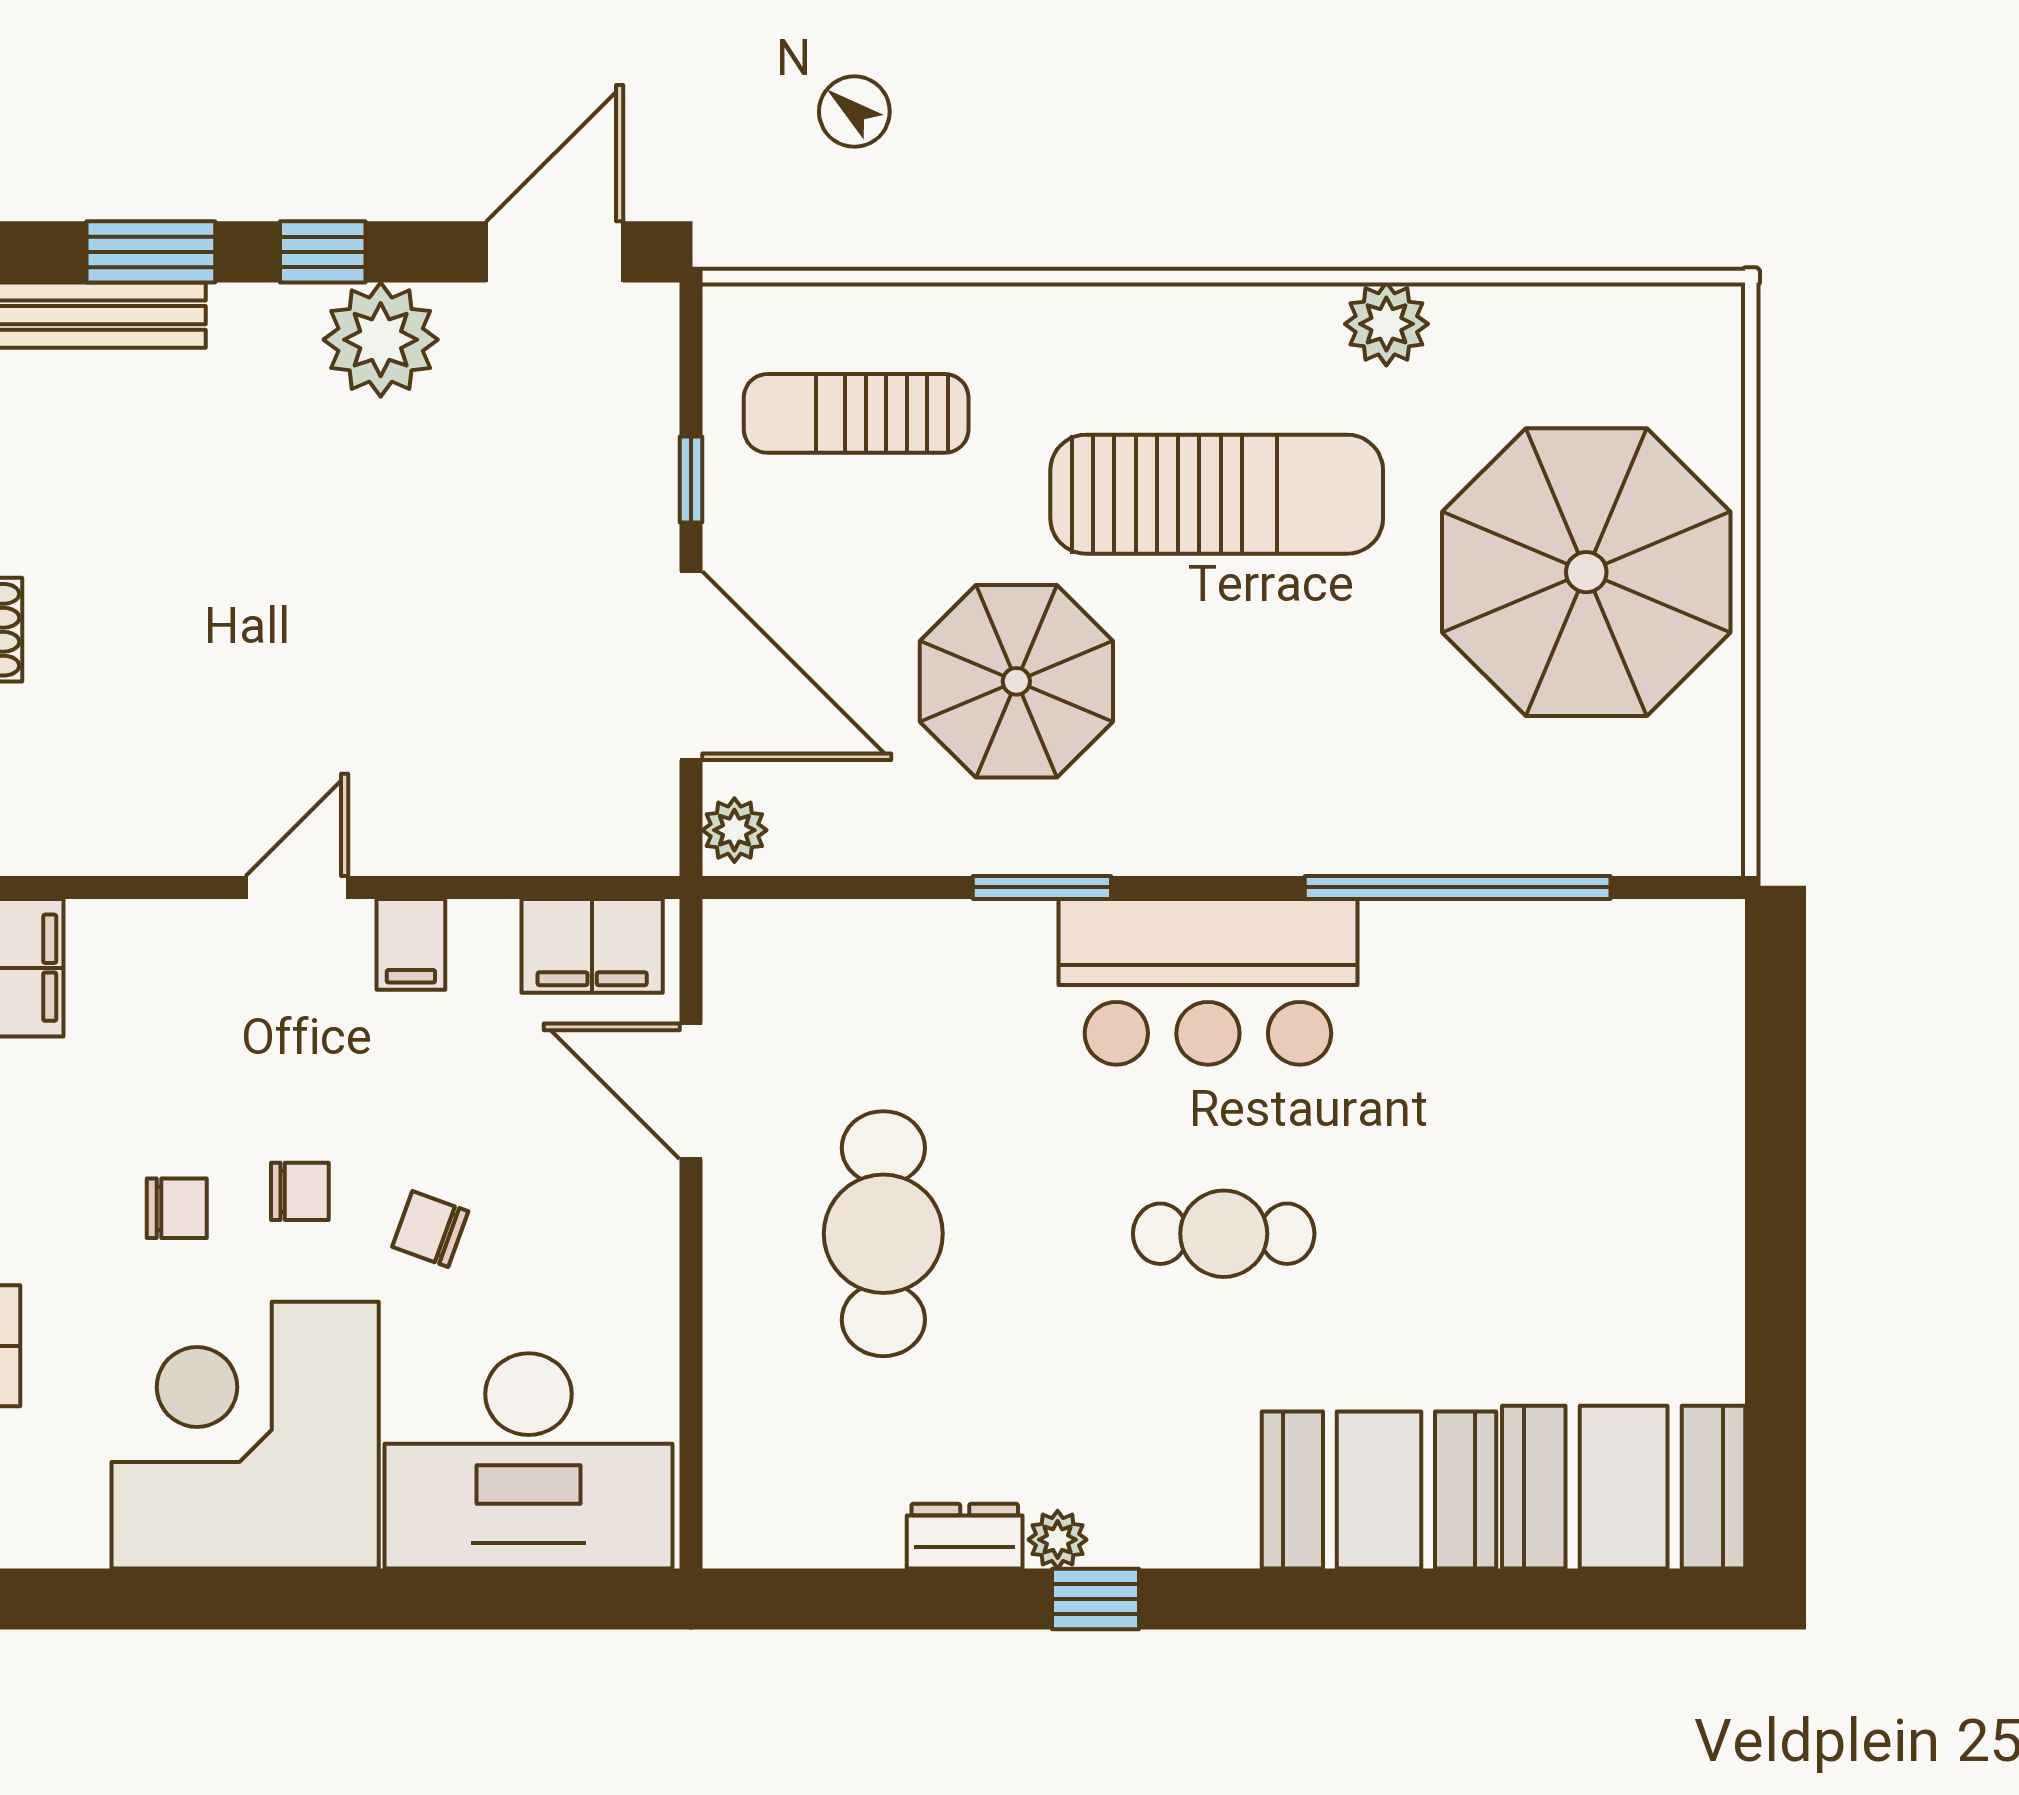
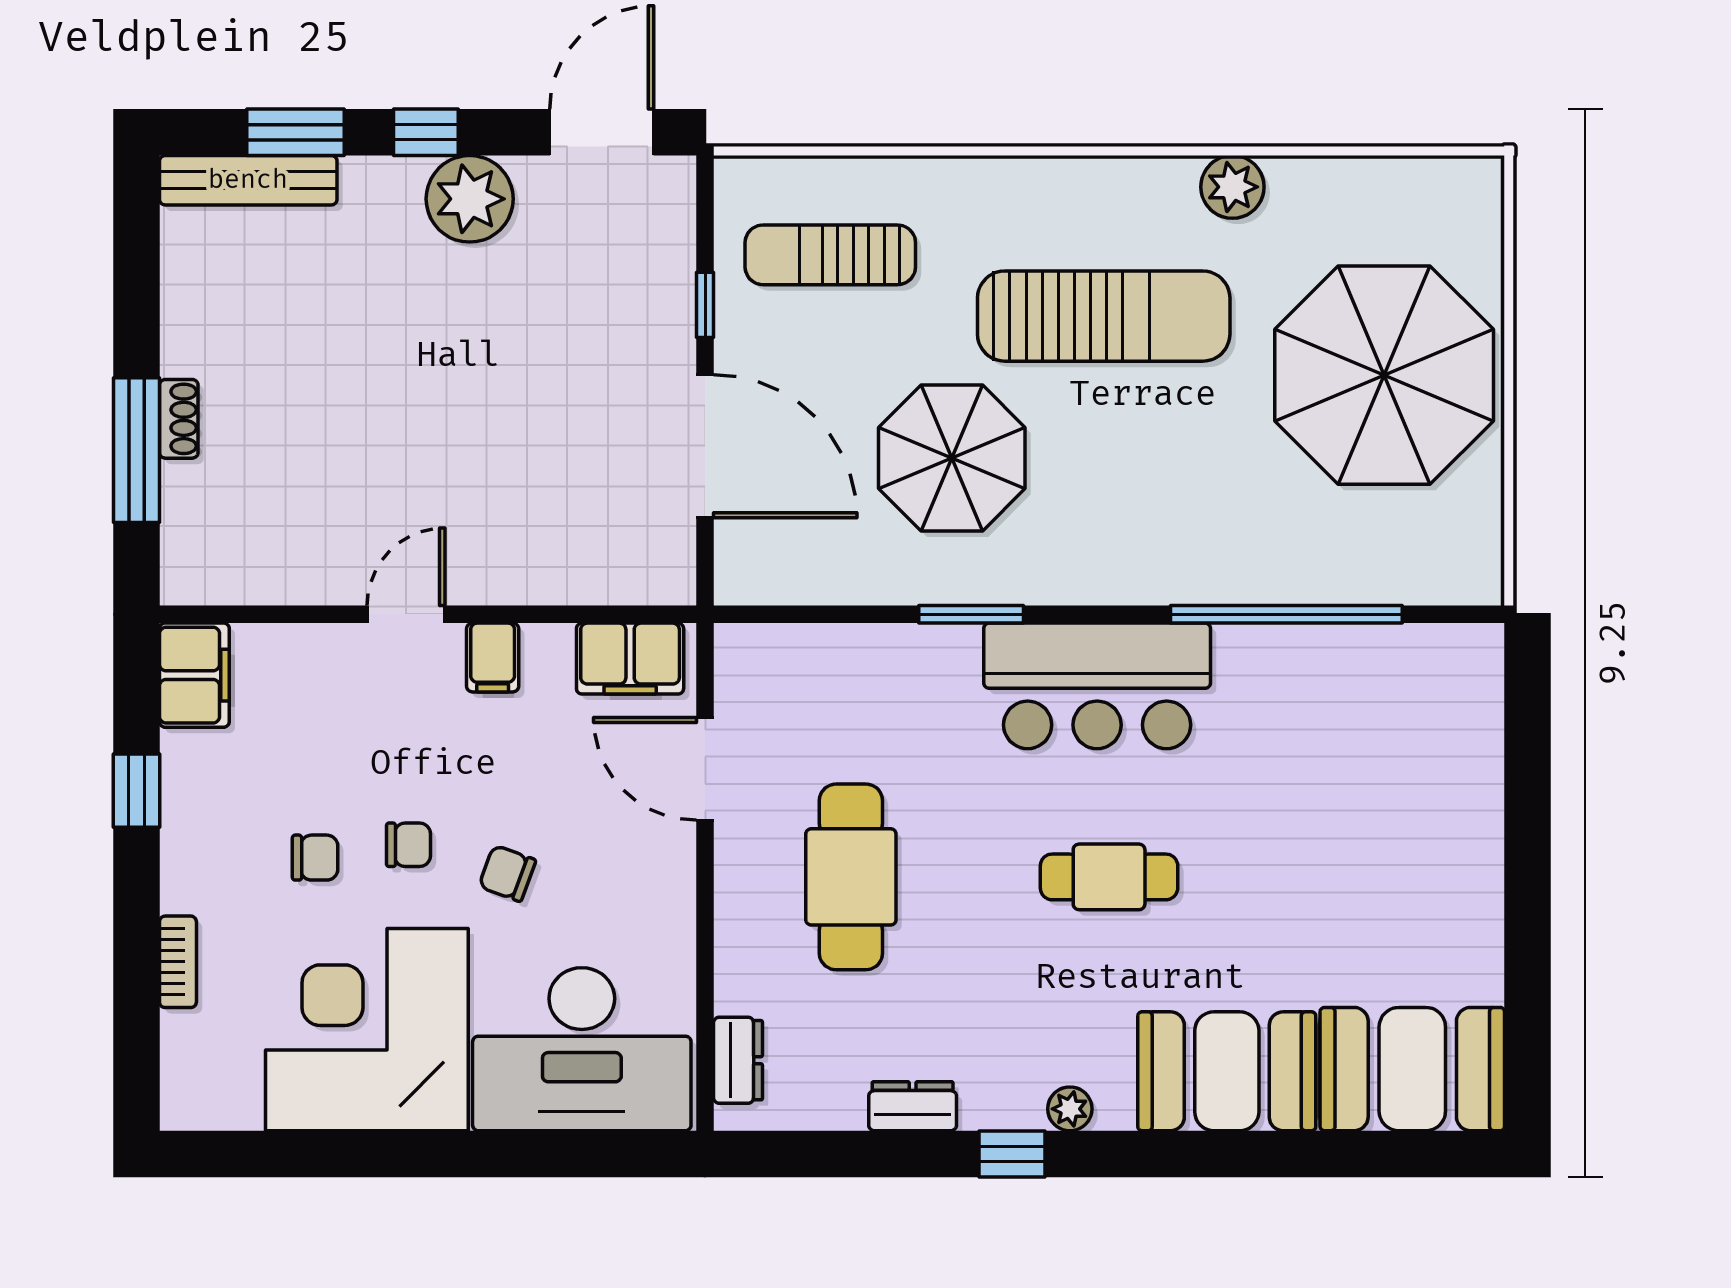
plant: (734, 830) -> (738, 571), removed
dresser: (734, 1475) -> (738, 1060), added
plant: (1058, 1540) -> (1070, 1109), moved

